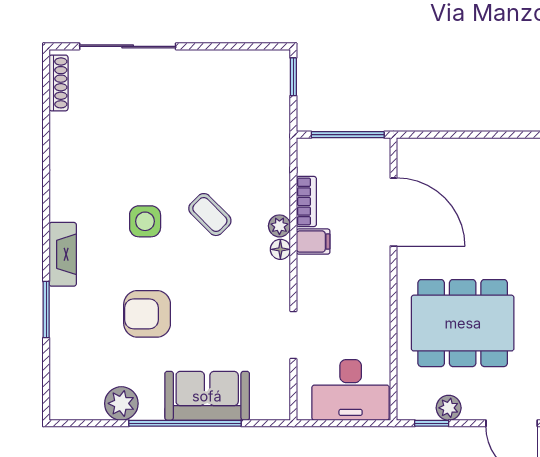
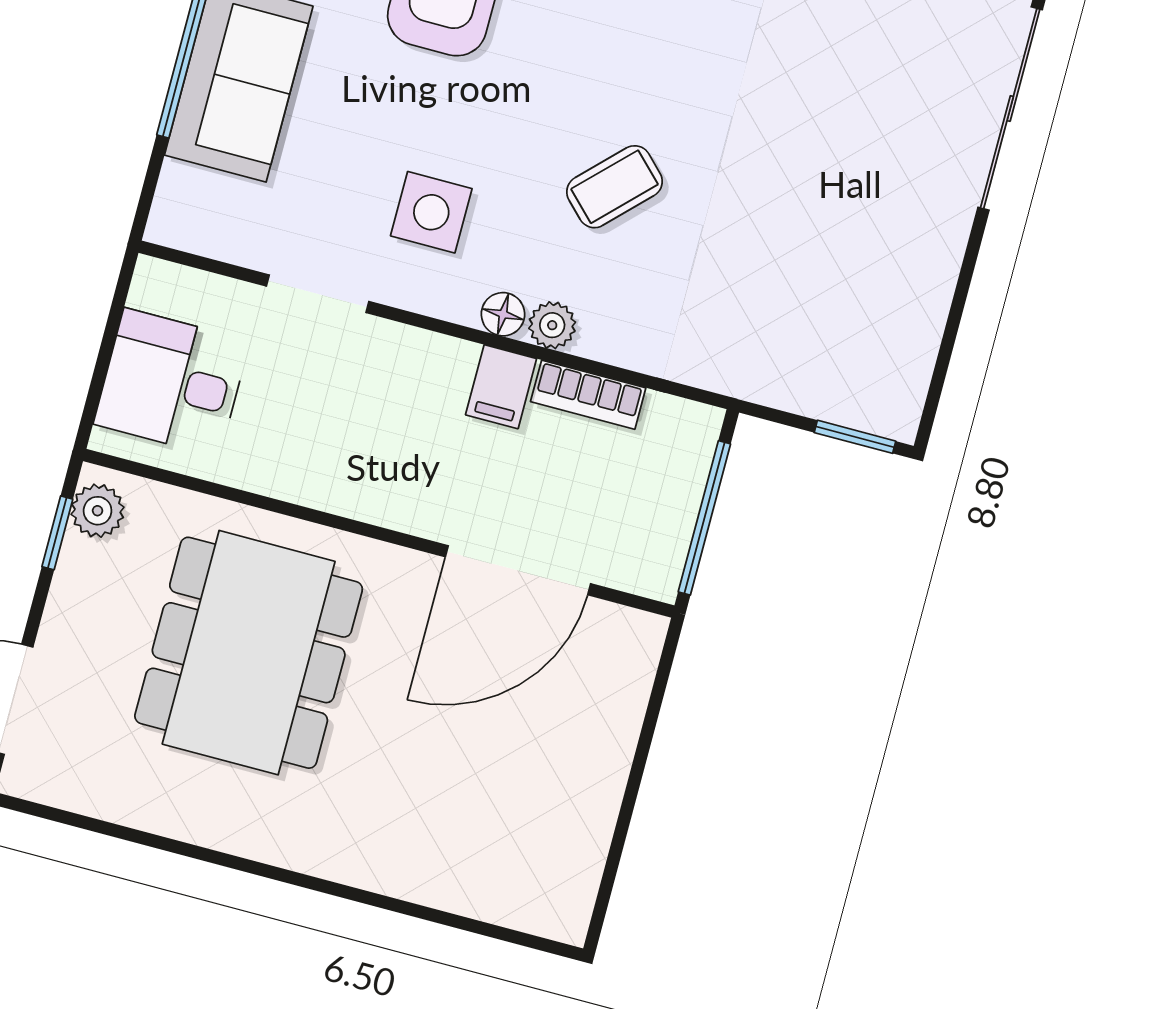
side table: (145, 221) -> (431, 212), moved
desk: (351, 390) -> (172, 382), width x0.73
plant: (449, 408) -> (98, 511), moved

